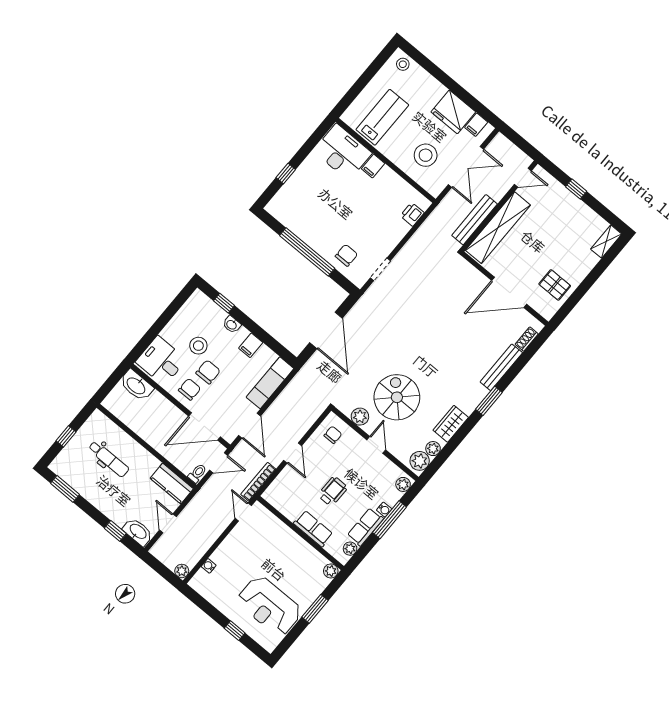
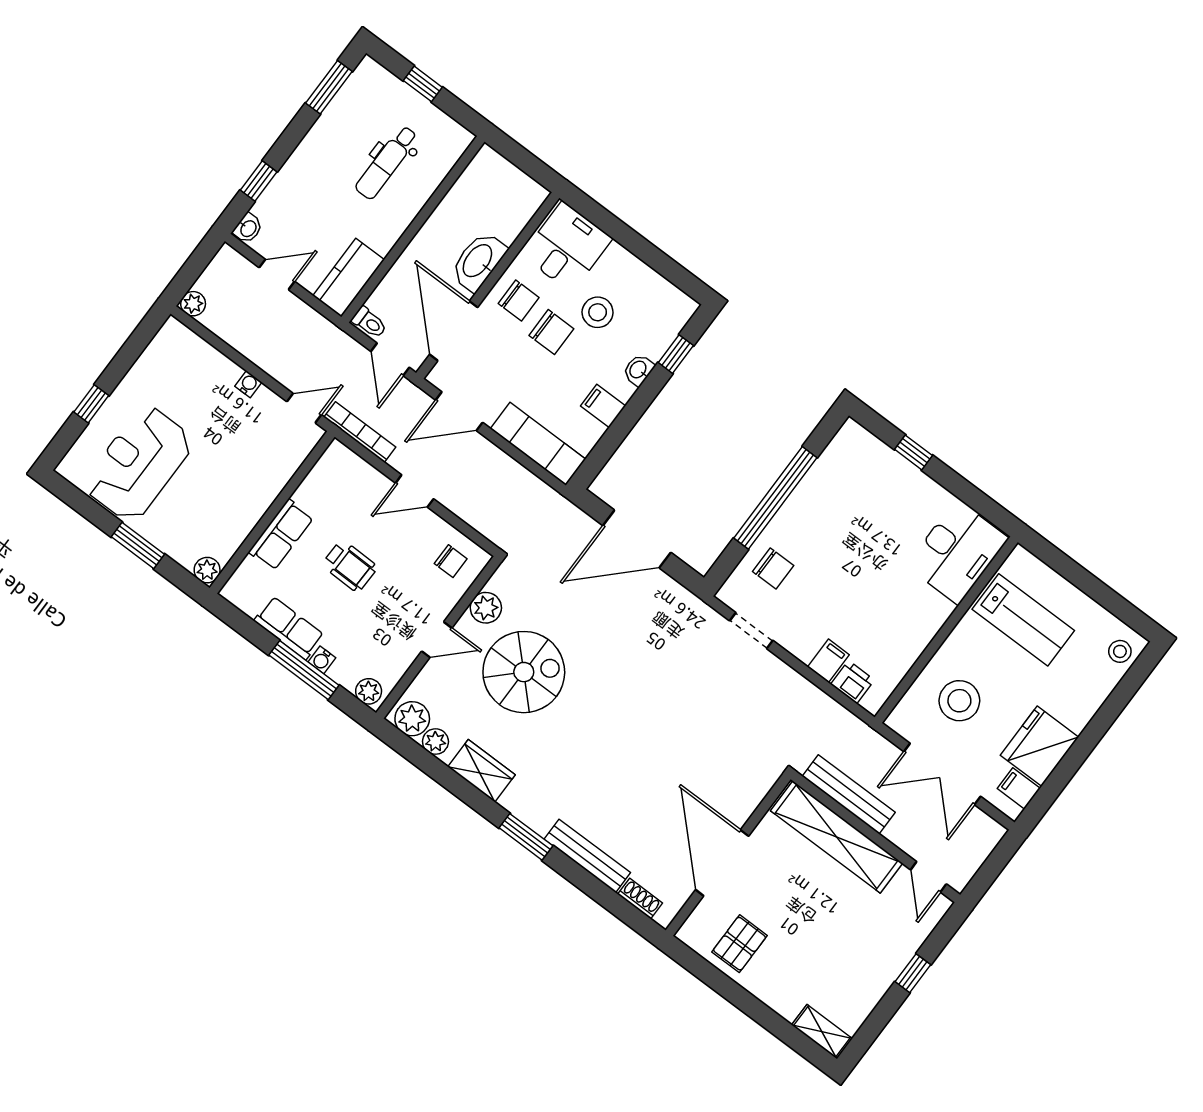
filing cabinet: (373, 166) -> (828, 661), moved, turned 90
washbasin: (136, 385) -> (478, 261), moved
washbasin: (138, 532) -> (248, 228), width x0.52, depth x0.69
plant: (350, 549) -> (249, 602), removed
water cooler: (209, 566) -> (248, 384), moved

